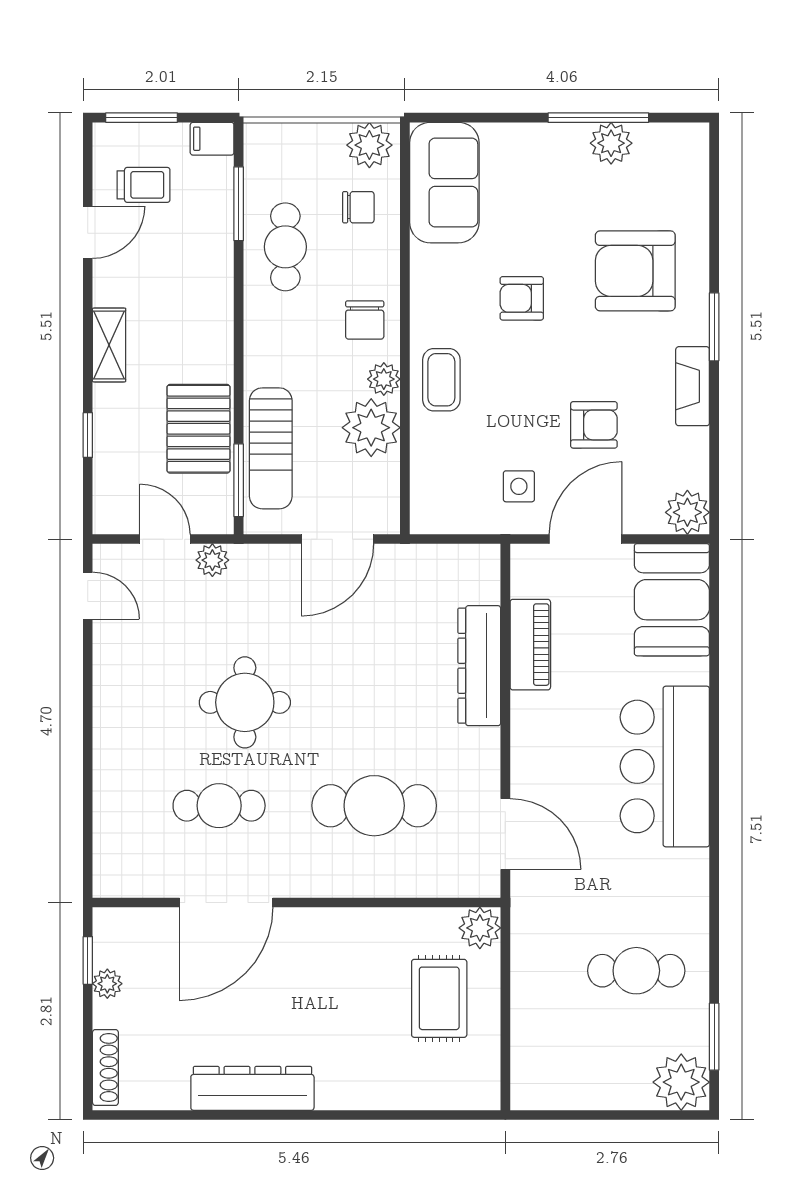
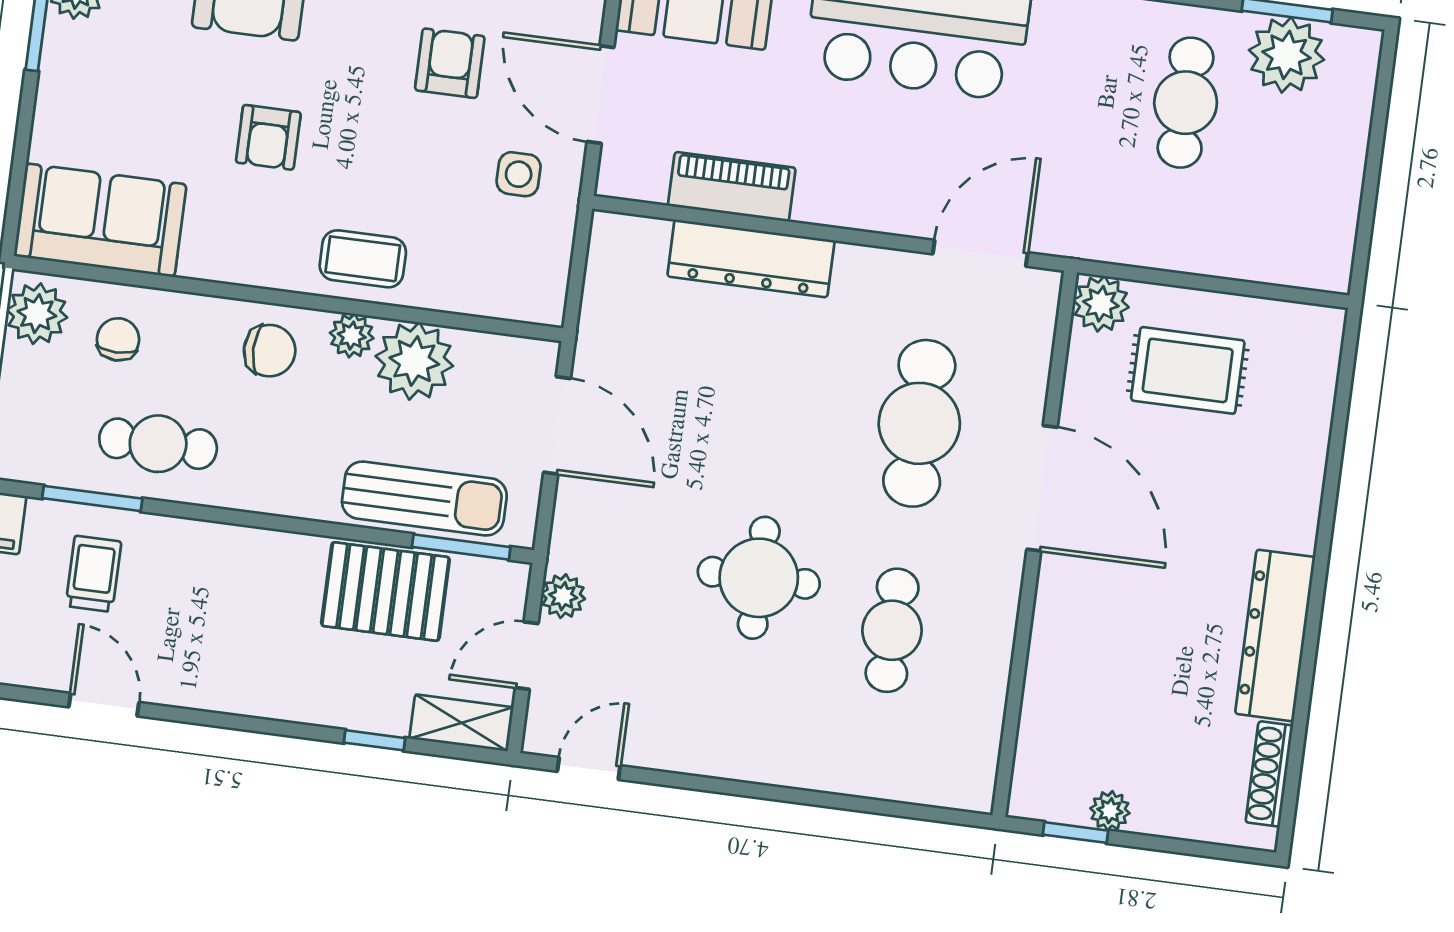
trolley: (144, 185) -> (93, 574), moved
shelving: (109, 345) -> (461, 723), moved
door: (226, 902) -> (1042, 488), moved
shoe rack: (105, 1067) -> (1269, 774), moved, turned -90
plant: (681, 1082) -> (1287, 55), moved

